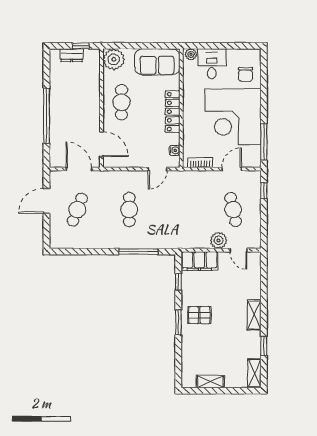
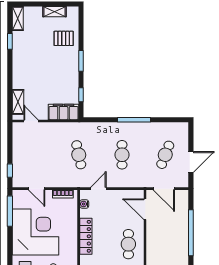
door: (232, 169) -> (37, 189), hinge flipped
cafe table: (233, 210) -> (79, 155), moved
plant: (219, 240) -> (48, 129), removed
window: (138, 252) -> (134, 120), moved
pallet: (199, 315) -> (64, 38), moved
shelving: (254, 315) -> (18, 102), moved

